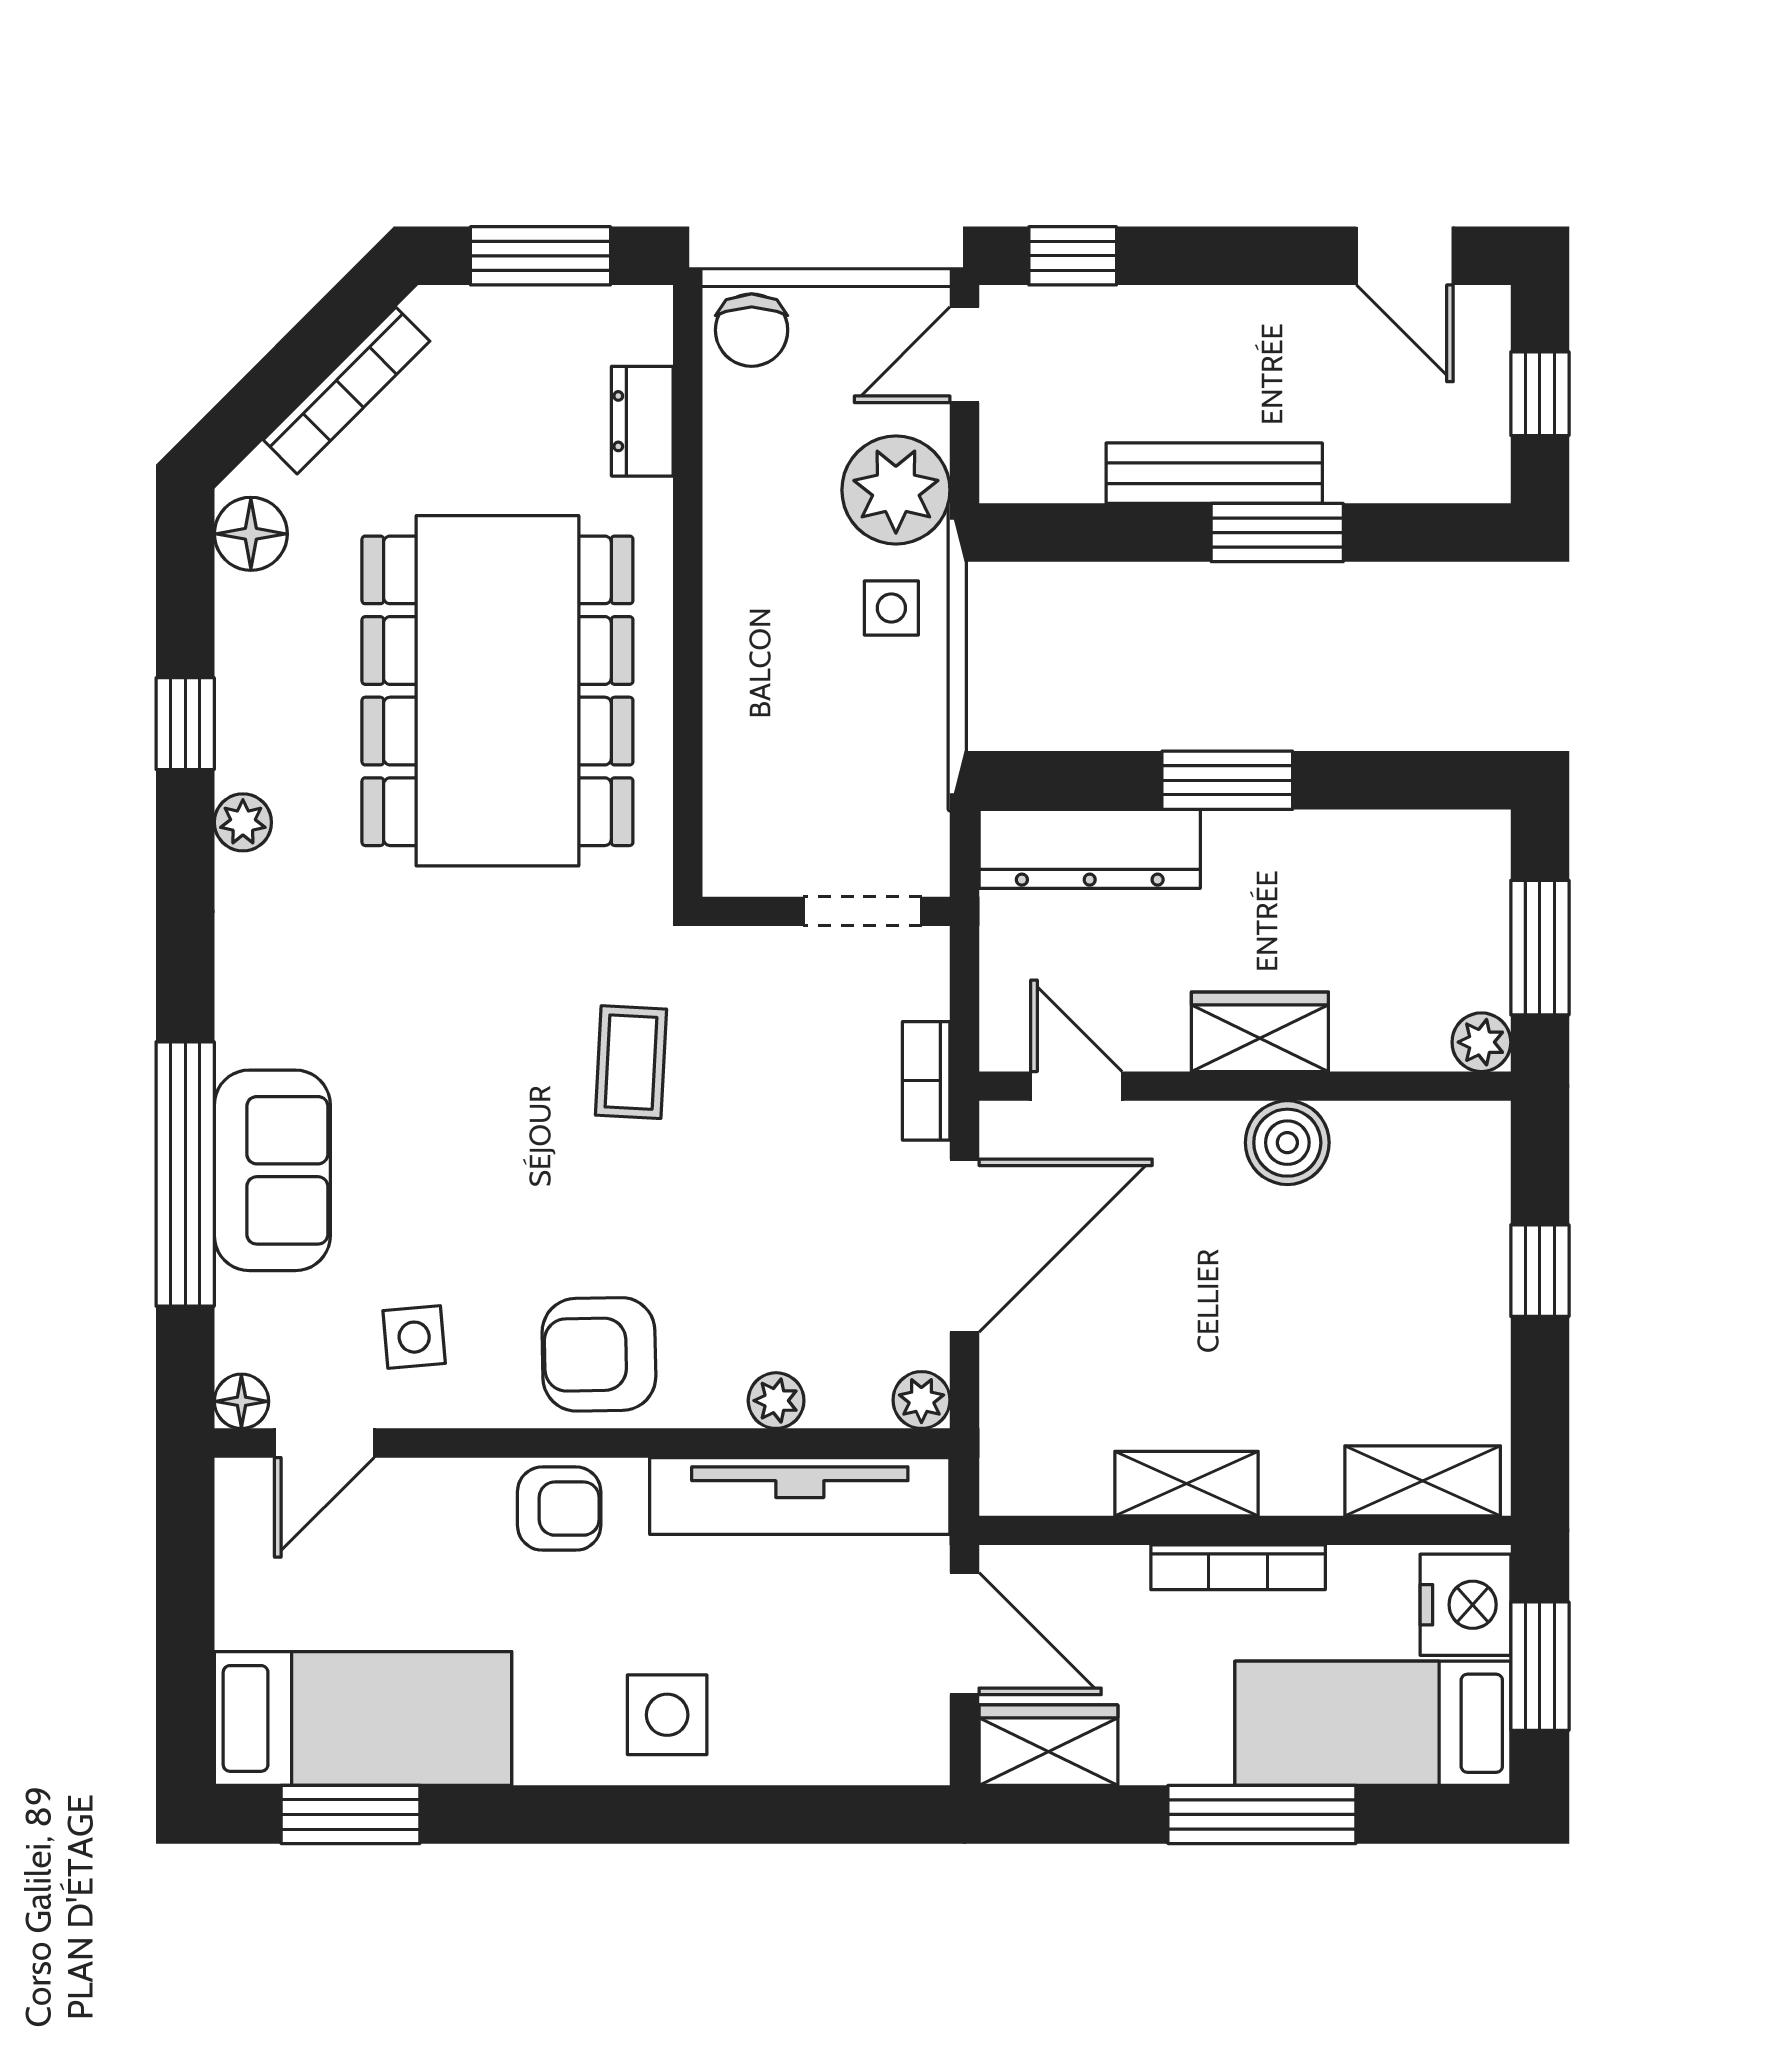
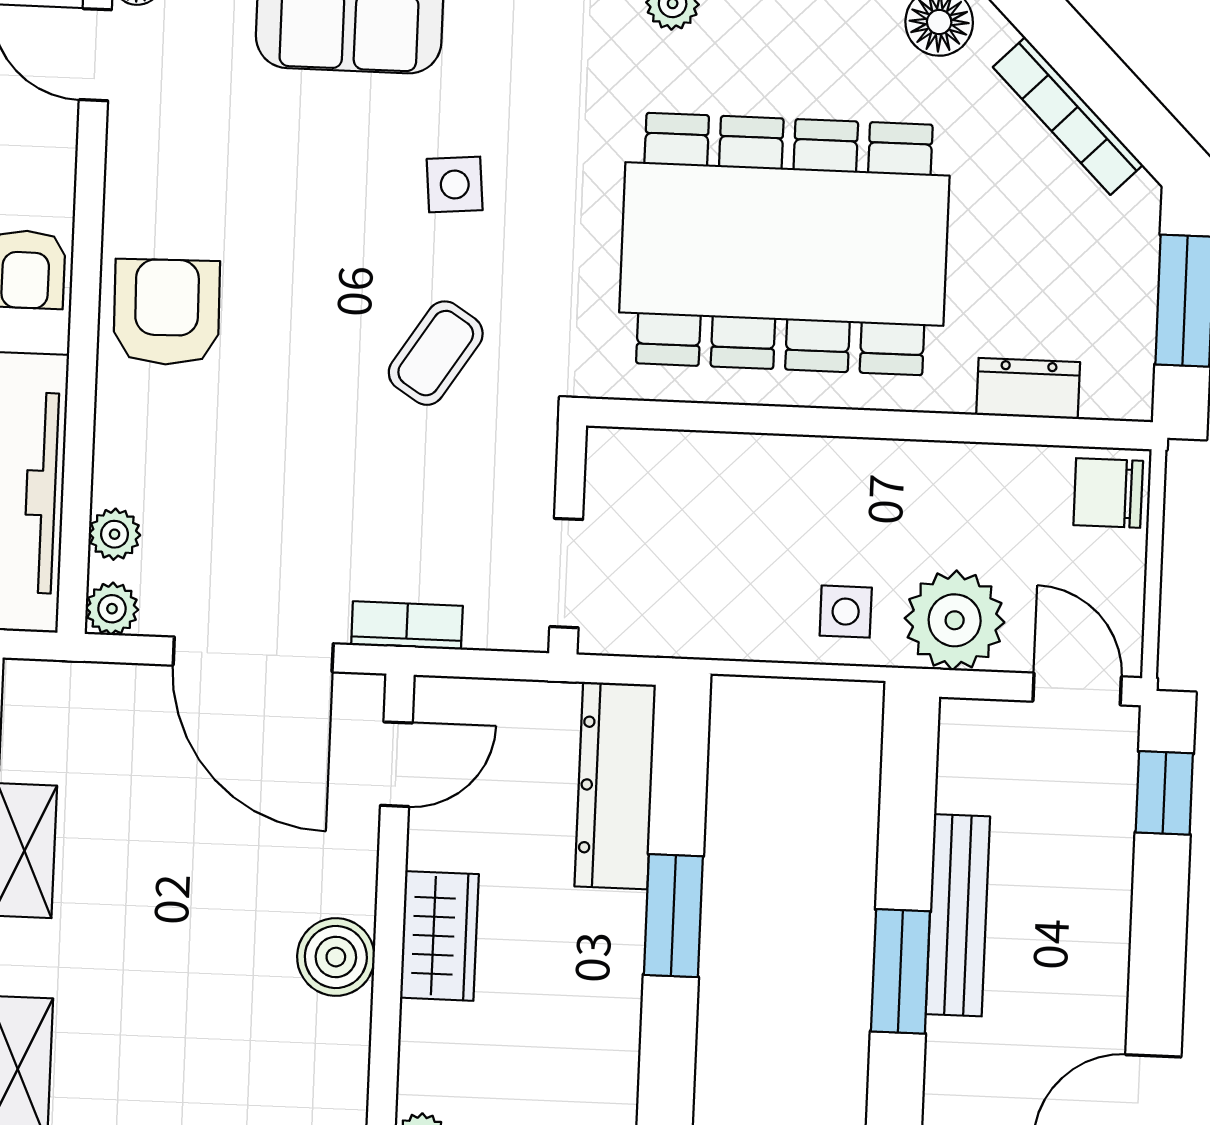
coffee table: (631, 1062) -> (436, 353), turned -60
side table: (414, 1337) -> (455, 185), moved
plant: (776, 1401) -> (115, 534), moved

